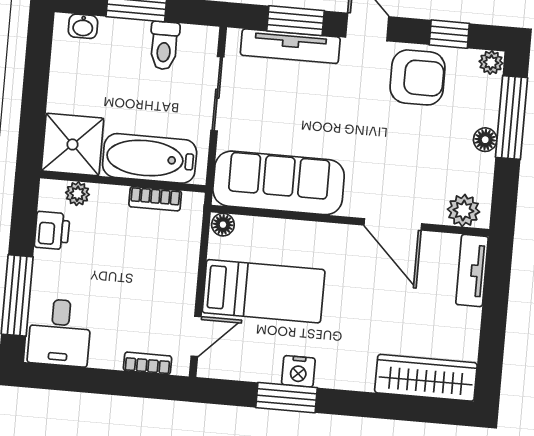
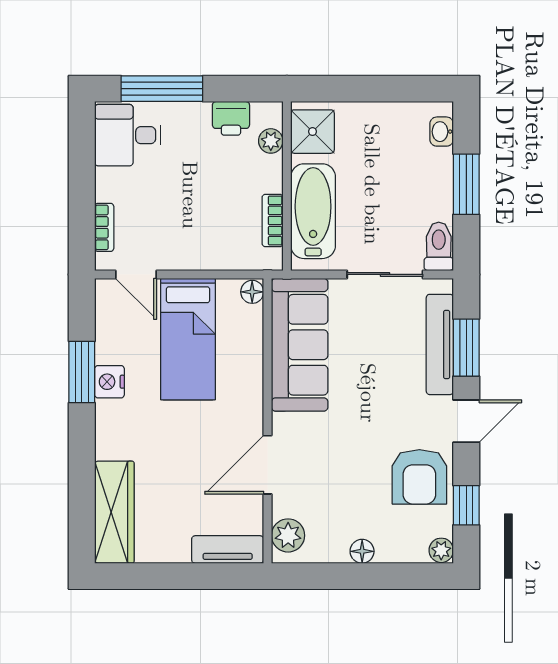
toilet: (164, 46) -> (439, 246), moved, turned 90
window: (512, 117) -> (387, 576), removed
shower: (73, 144) -> (312, 132), width x0.73, depth x0.73

